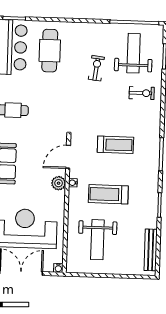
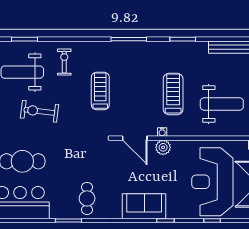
exercise bike: (96, 68) -> (39, 111), width x1.38, depth x1.39
treadmill: (115, 145) -> (100, 91), moved
treadmill: (108, 194) -> (173, 94), turned 180

